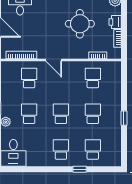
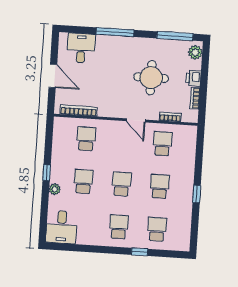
door: (54, 60) -> (136, 120), moved

